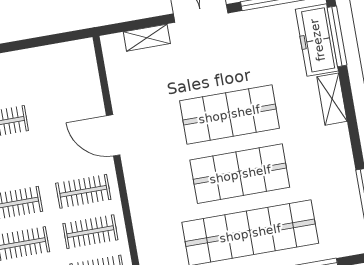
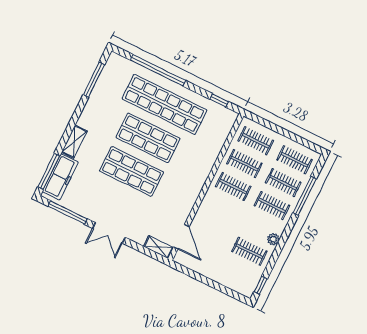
shelving: (147, 38) -> (158, 247), moved
door: (113, 135) -> (181, 237), moved

